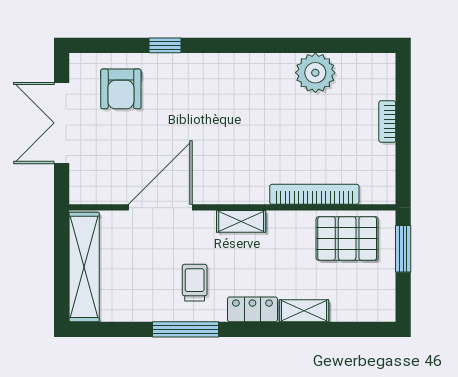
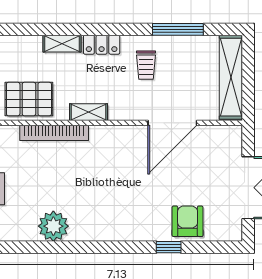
armchair: (121, 89) -> (188, 221), moved
shelving: (241, 221) -> (88, 112), moved
window: (186, 329) -> (178, 29), moved

